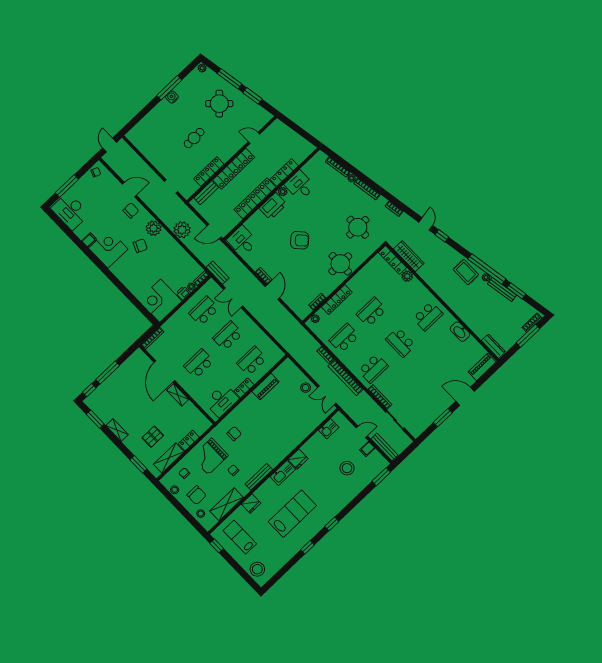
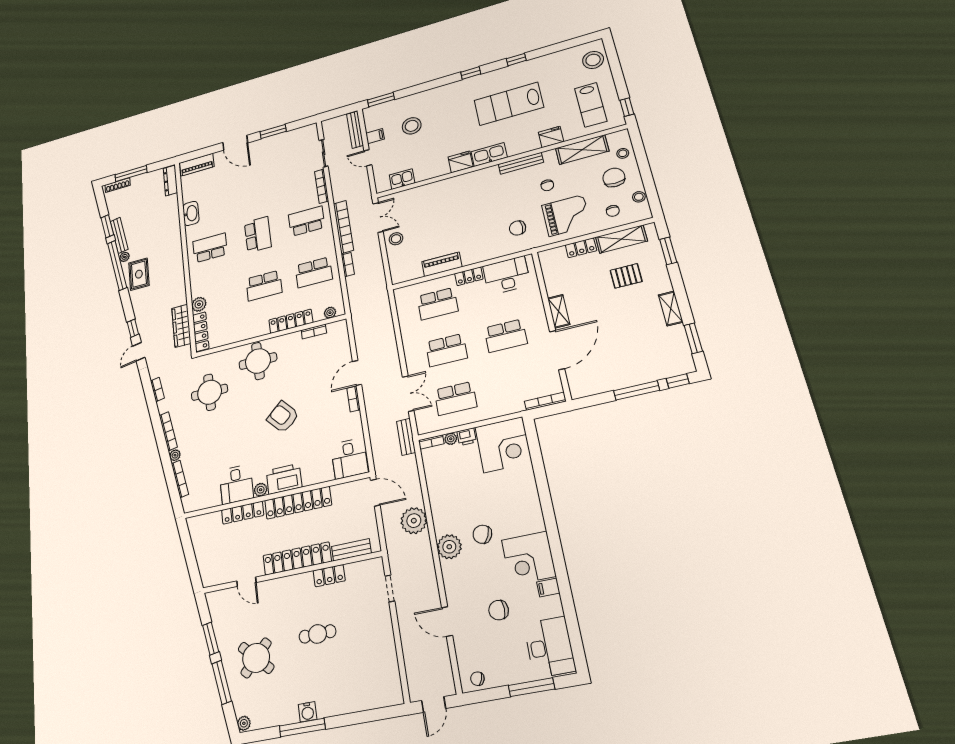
locker: (209, 171) -> (329, 576), width x0.66
chair: (131, 210) -> (499, 610), moved

